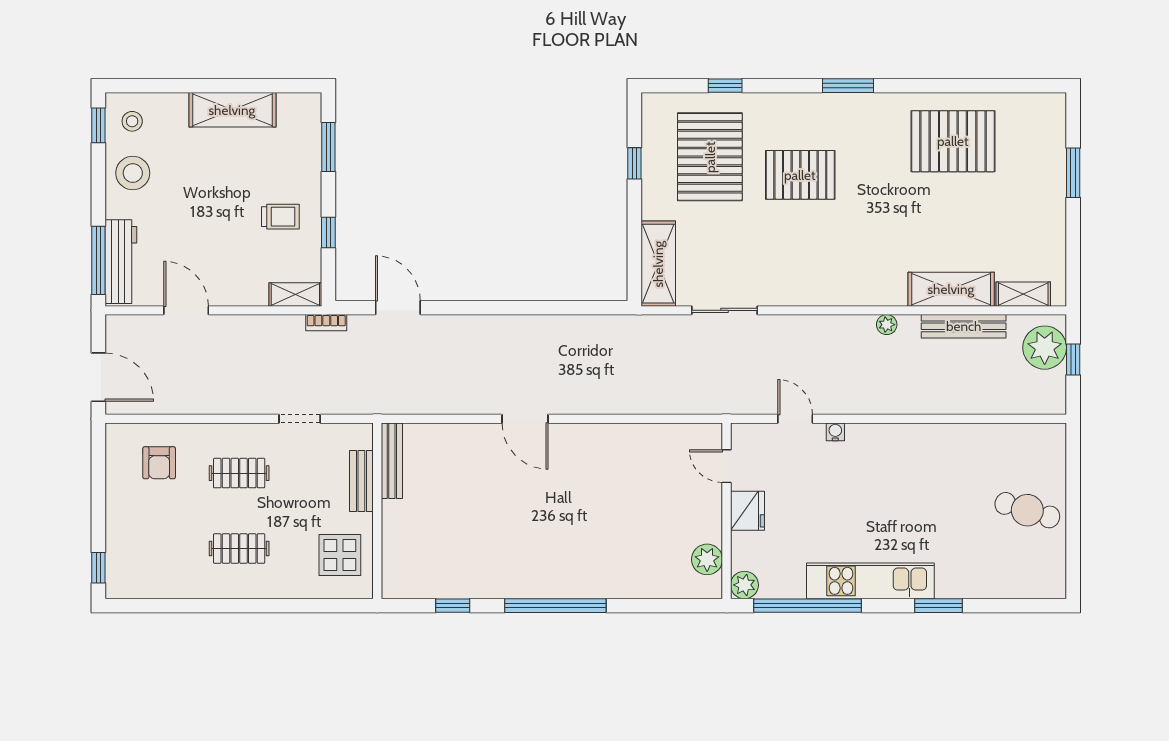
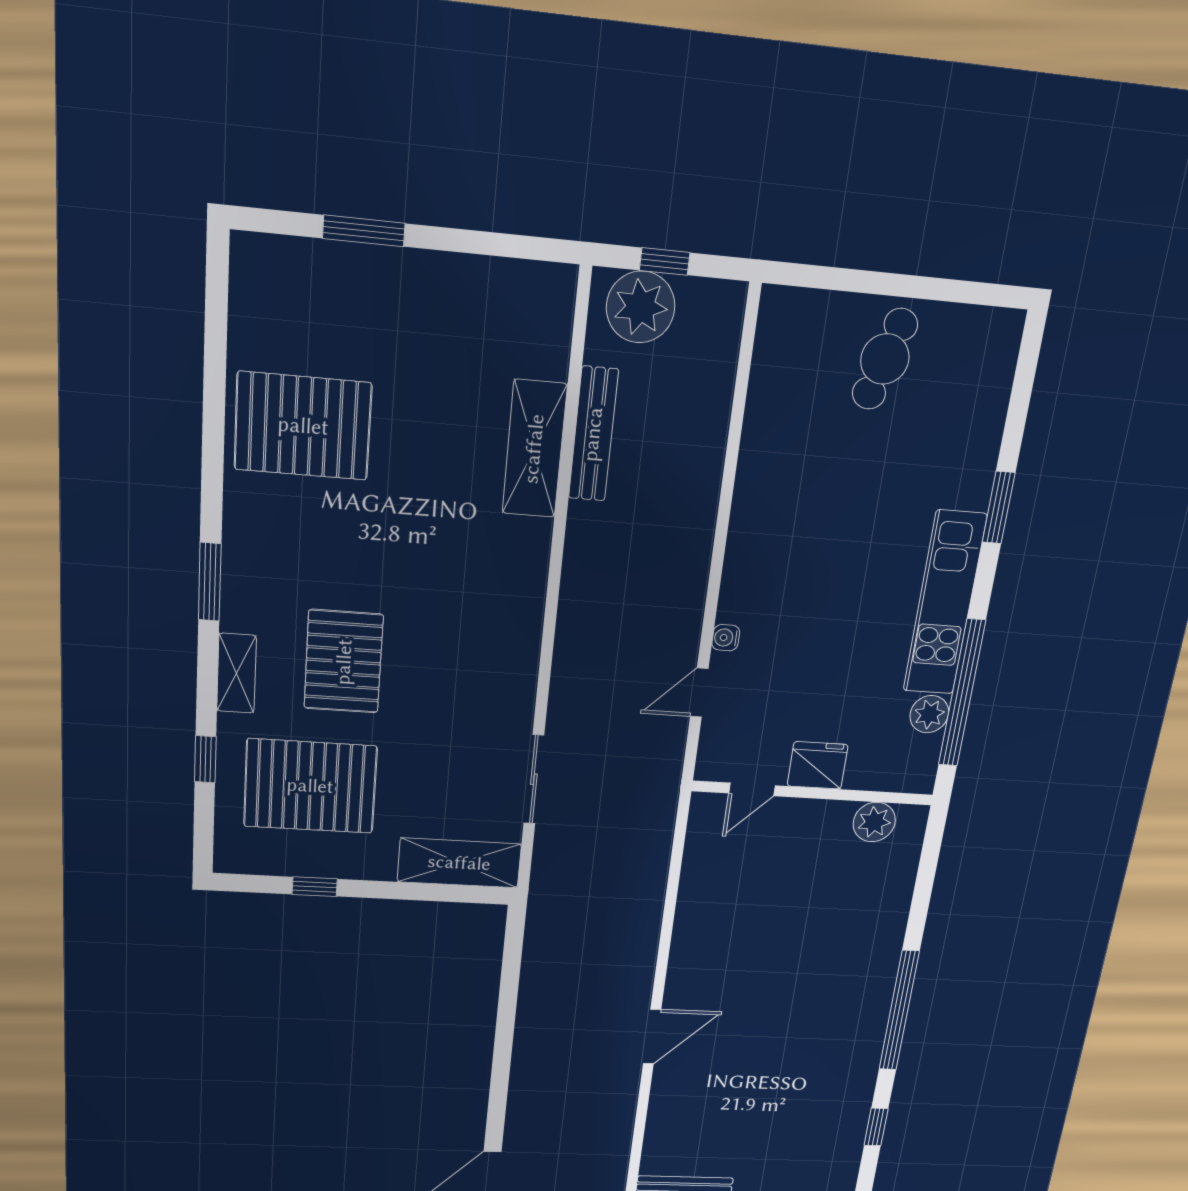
pallet: (953, 141) -> (303, 426), turned 90
shelving: (1023, 294) -> (236, 673), moved
plant: (887, 325) -> (578, 551), removed
plant: (744, 585) -> (929, 714), moved

